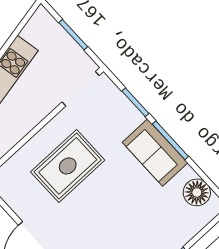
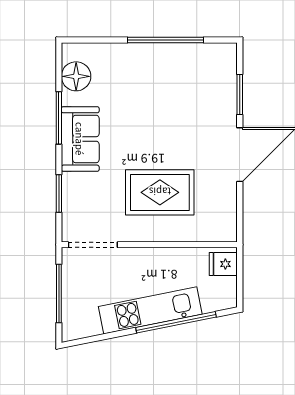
window: (73, 35) -> (59, 293), width x1.44
window: (170, 140) -> (59, 118), moved

